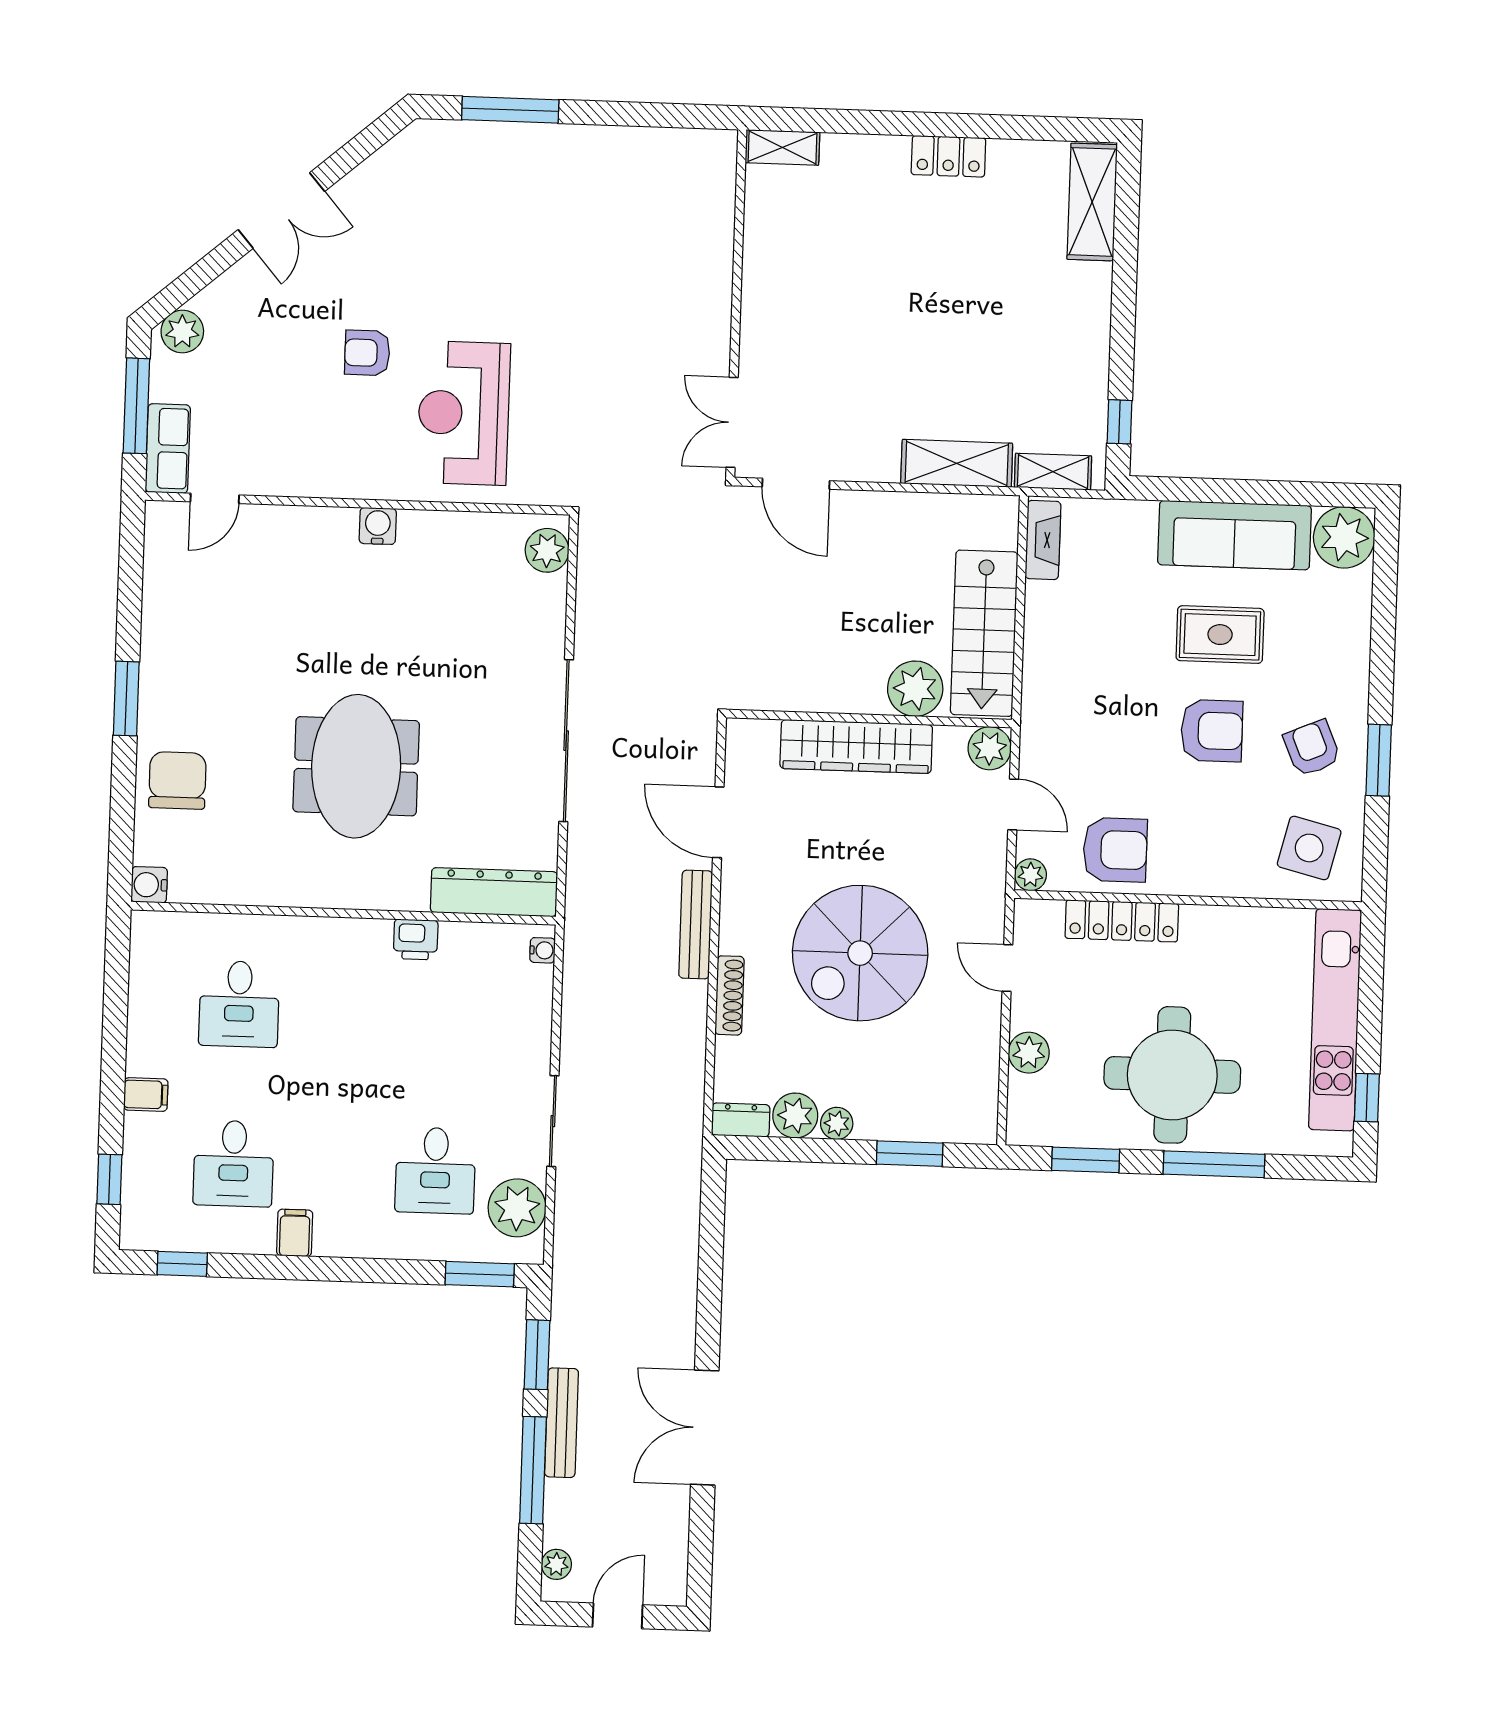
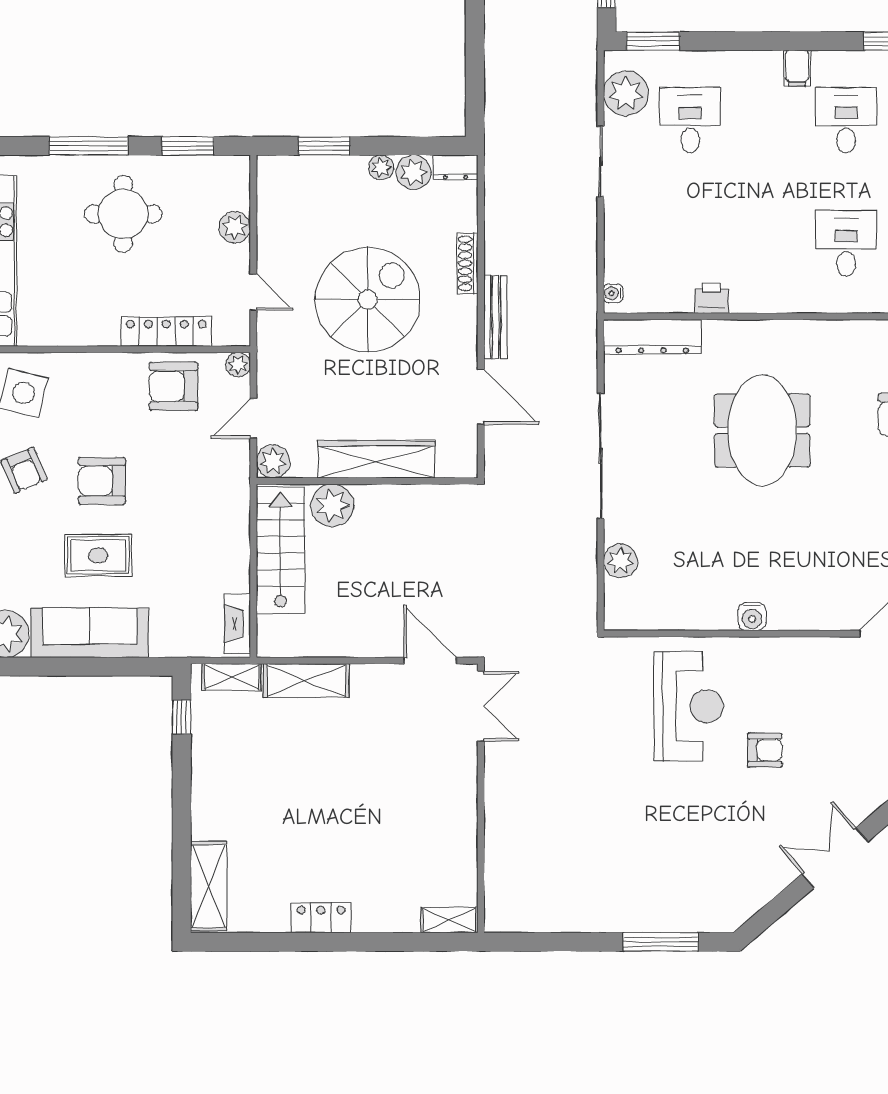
plant: (547, 550) -> (620, 561), moved
door: (1013, 804) -> (253, 419), hinge flipped
round table: (1172, 1075) -> (123, 214), width x0.73, depth x0.73

